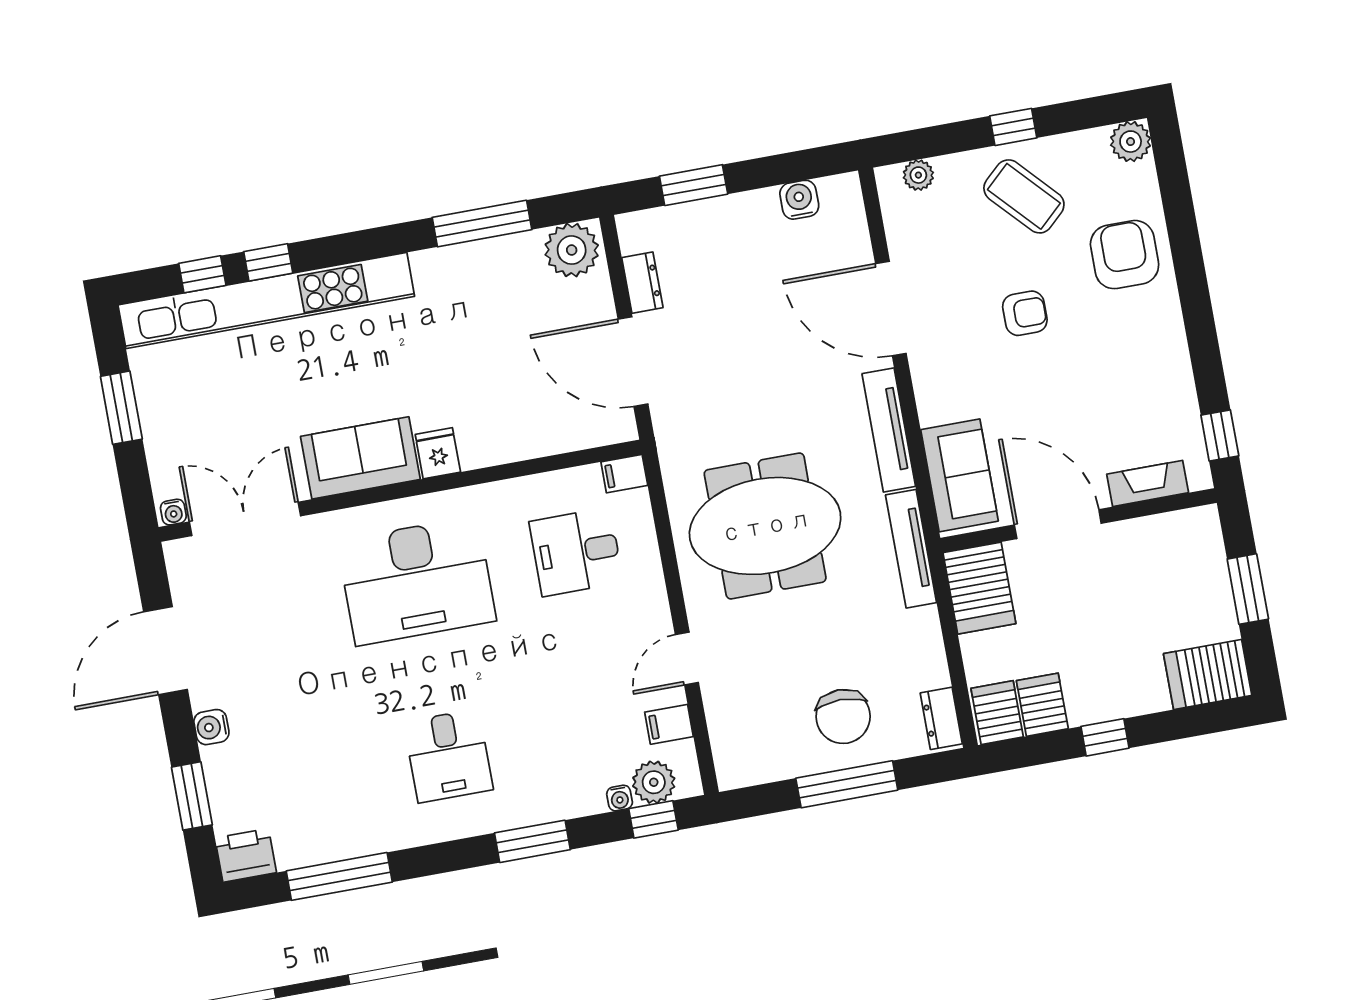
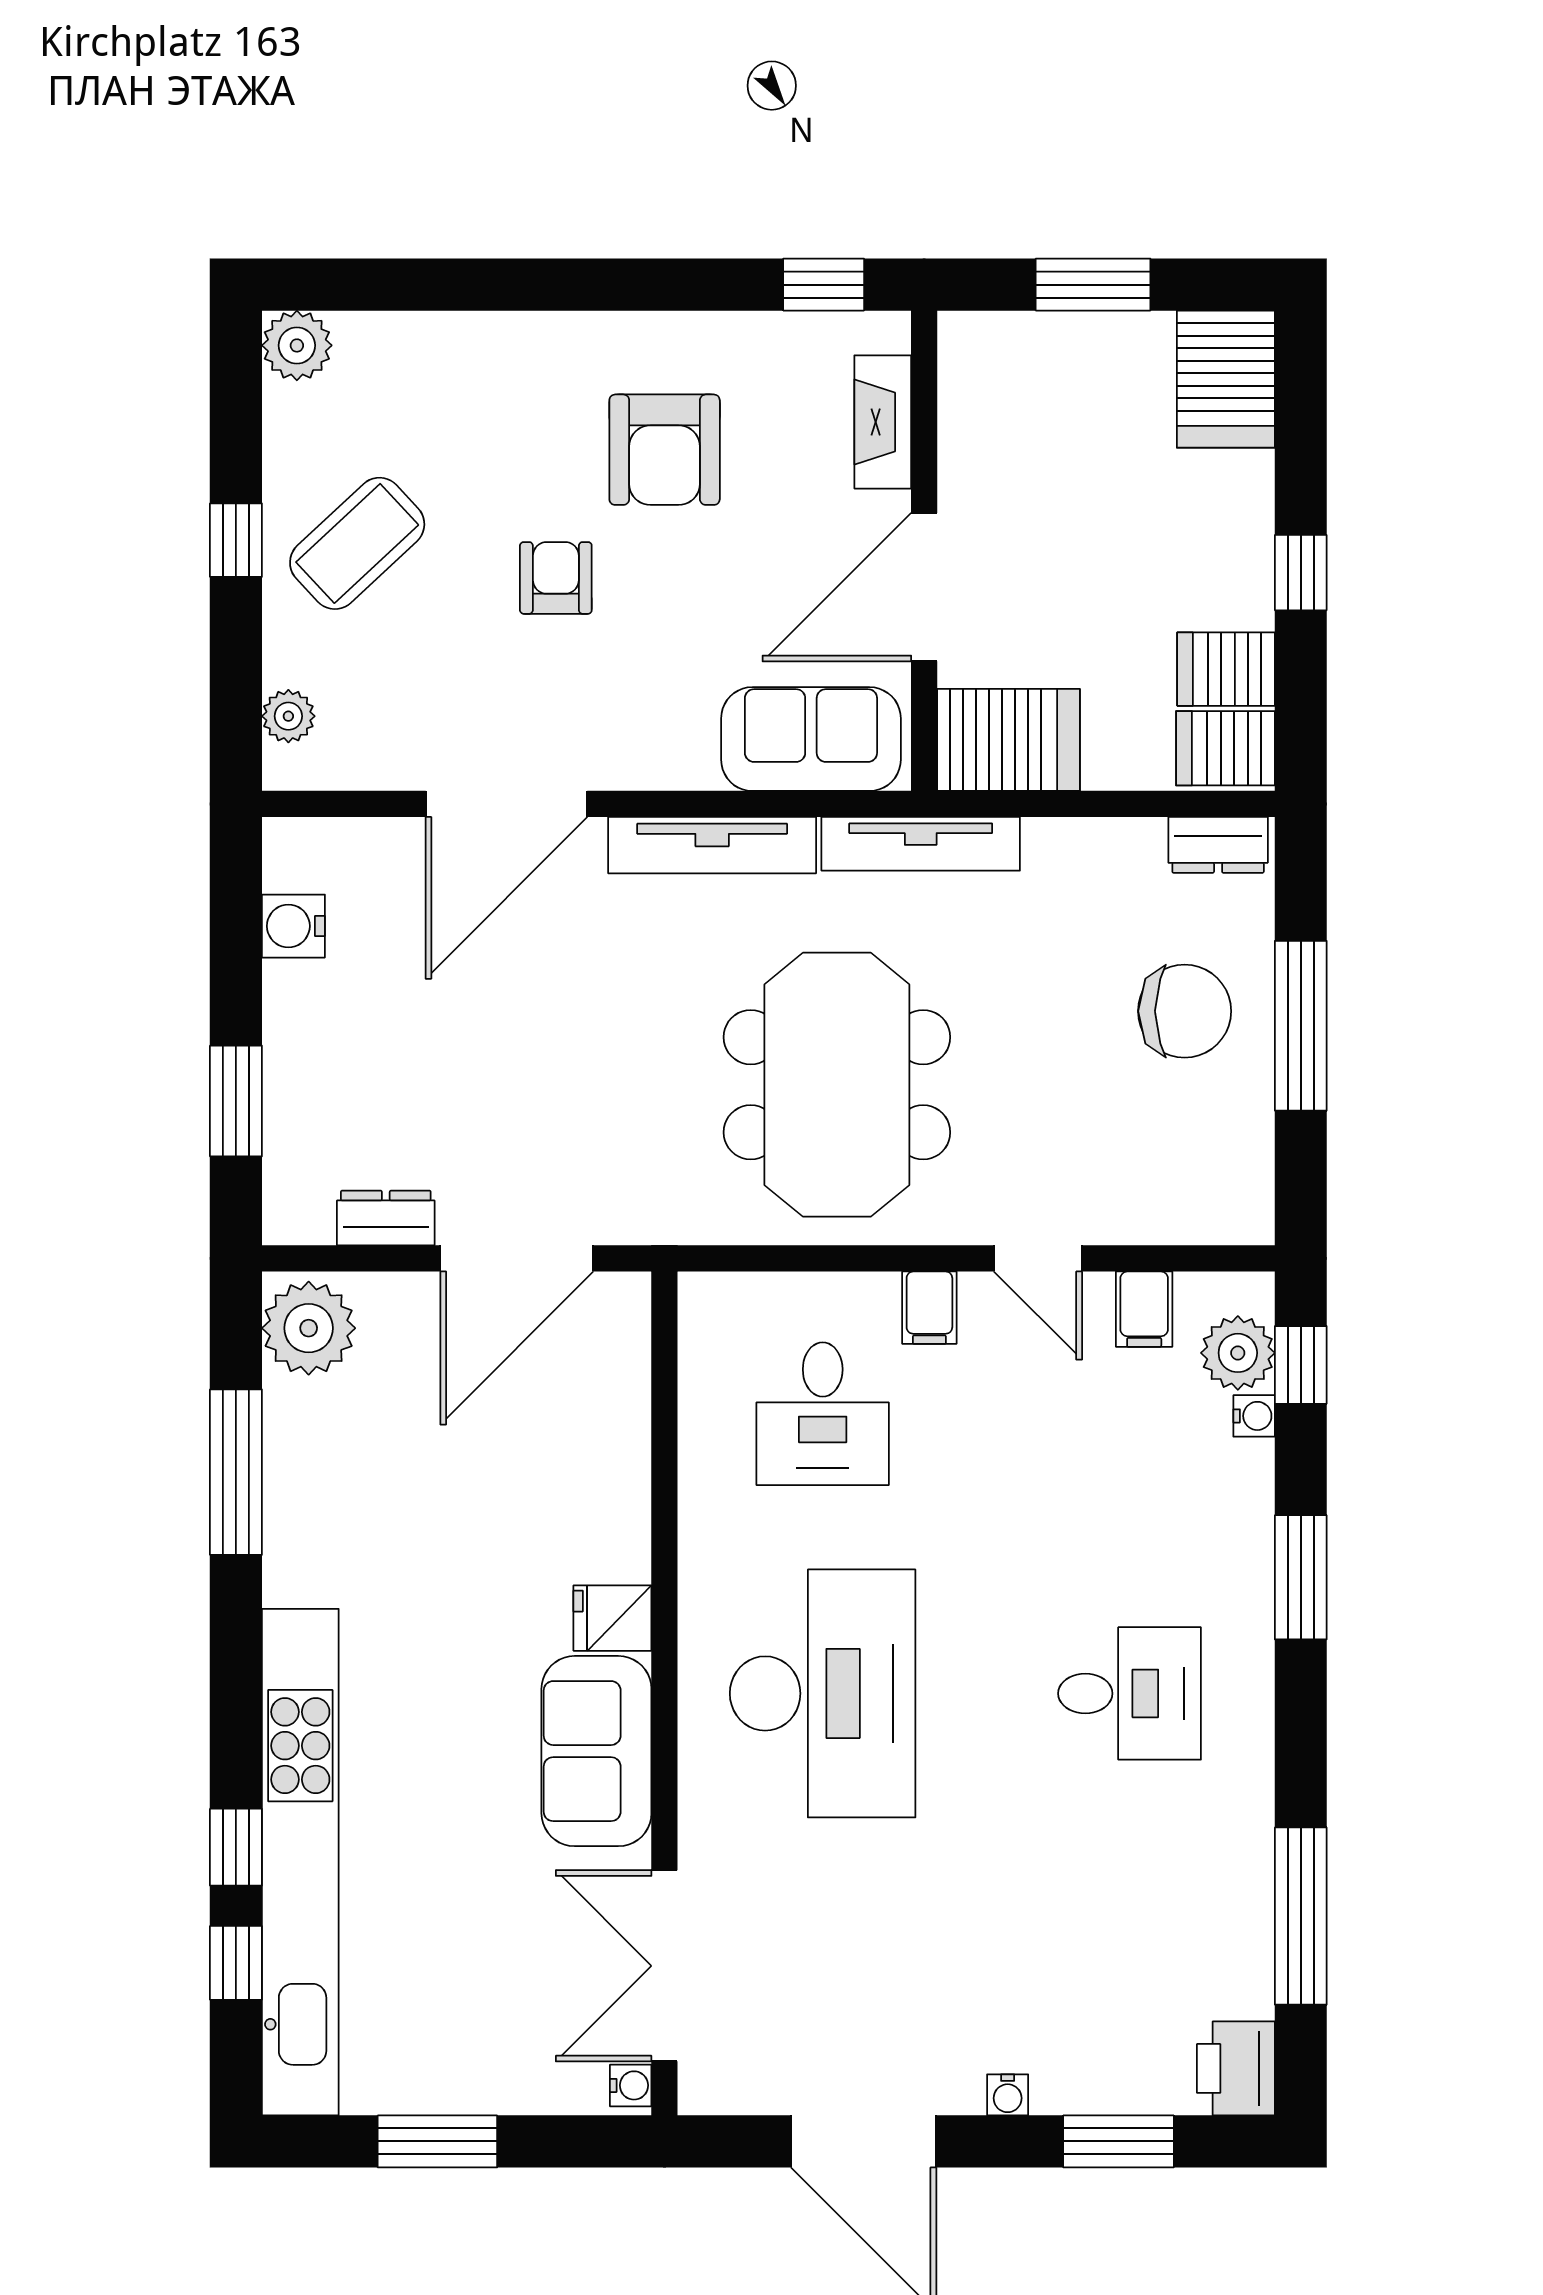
armchair: (1125, 255) -> (665, 450), moved, turned -90
filing cabinet: (624, 474) -> (929, 1308), moved
water cooler: (211, 727) -> (1008, 2095), width x0.72, depth x0.72

